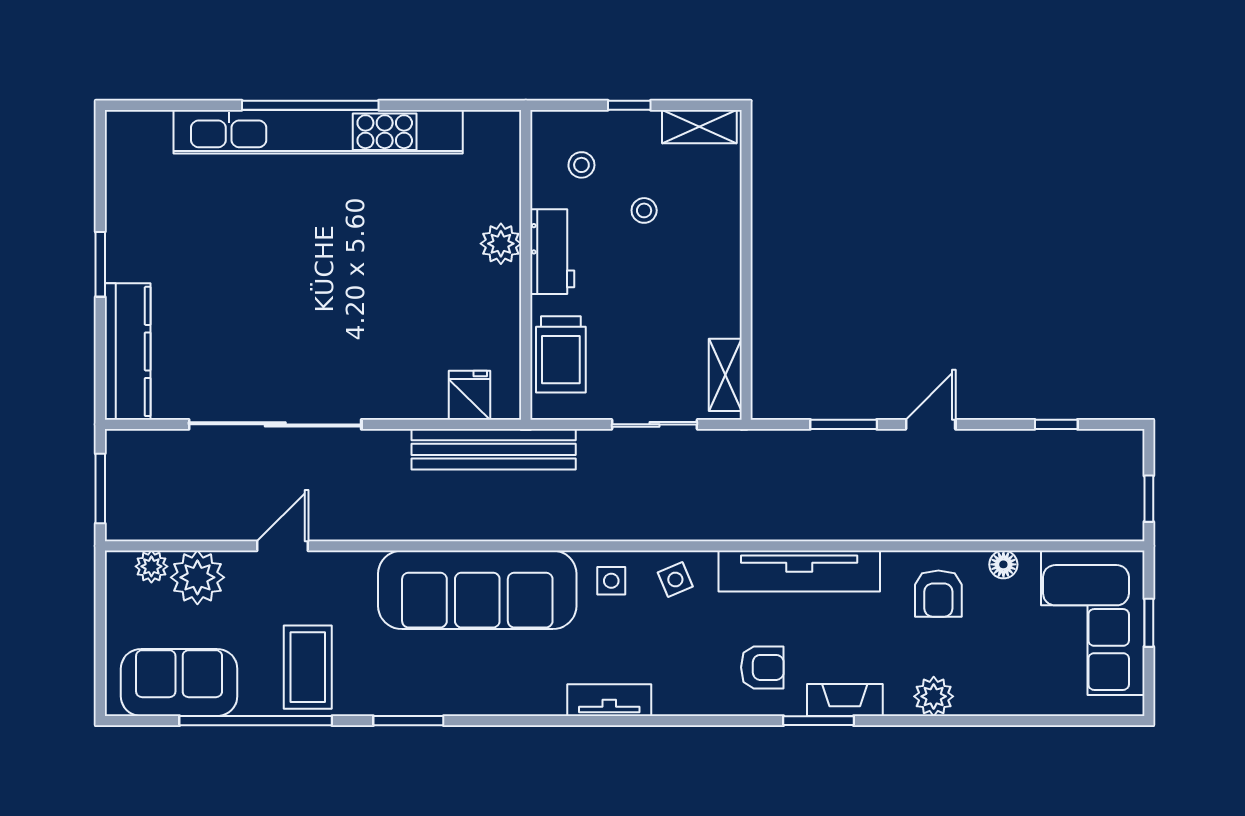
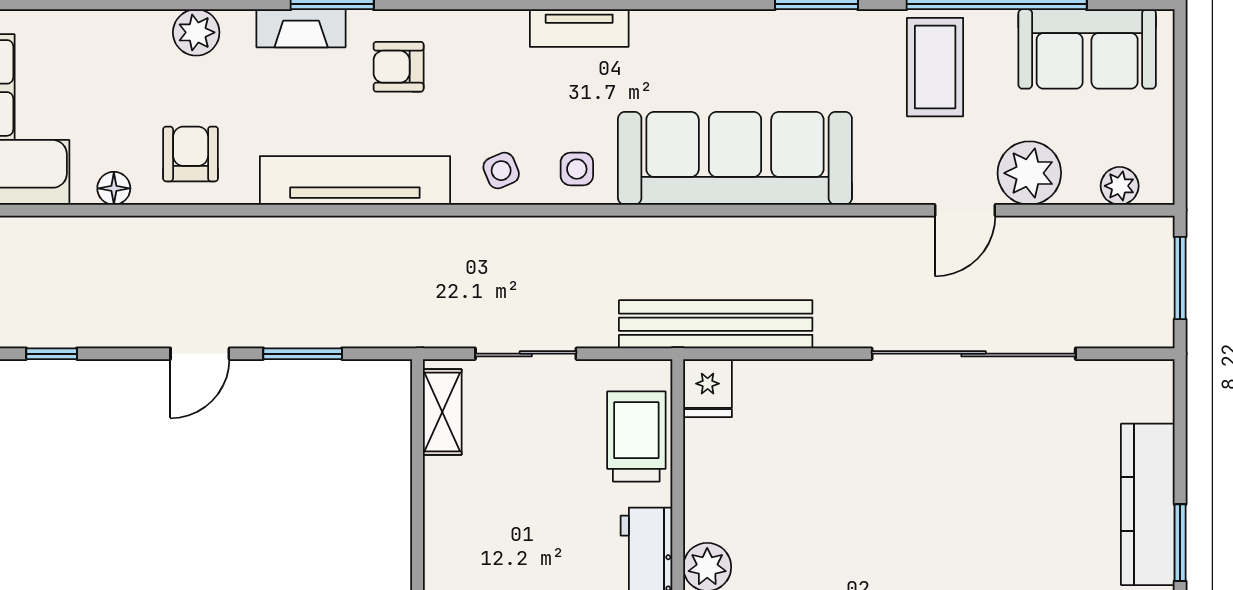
kitchen counter: (128, 351) -> (1148, 504), moved
fridge: (469, 395) -> (708, 388), moved
plant: (197, 577) -> (1029, 173), moved

